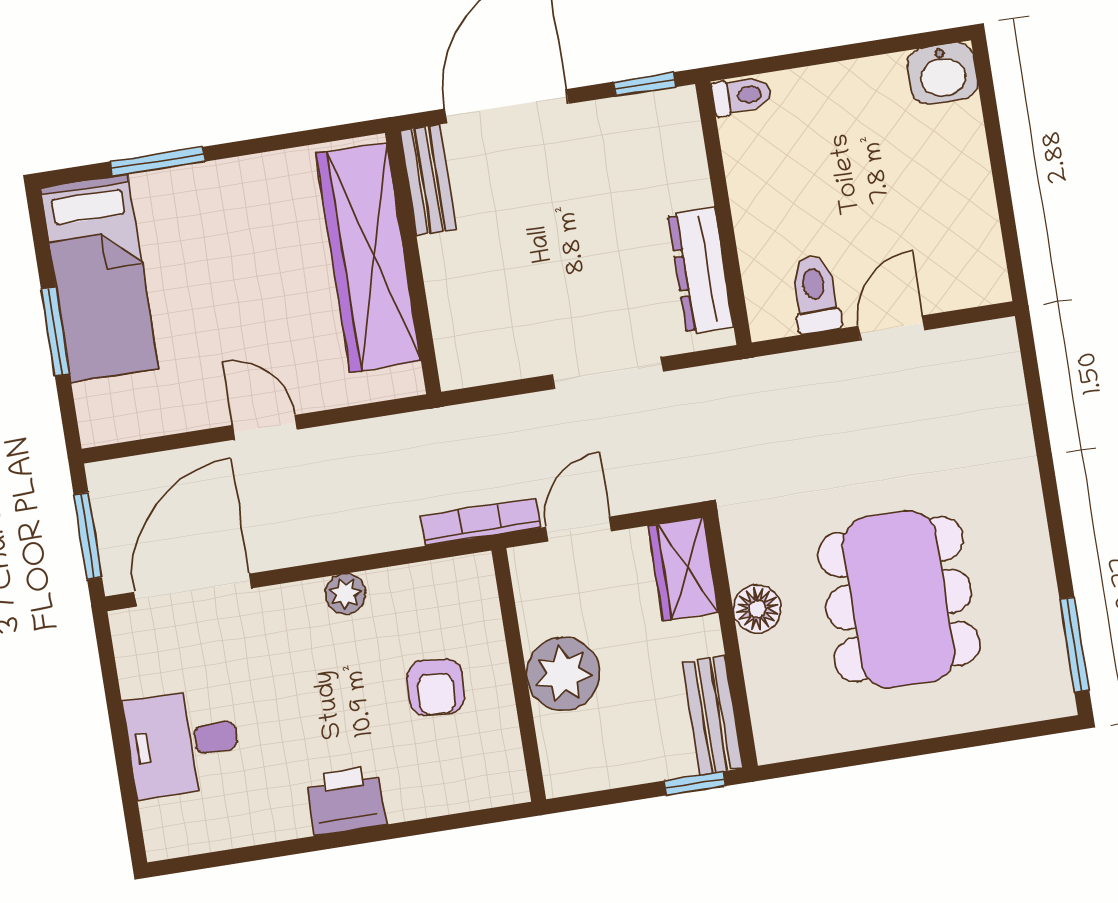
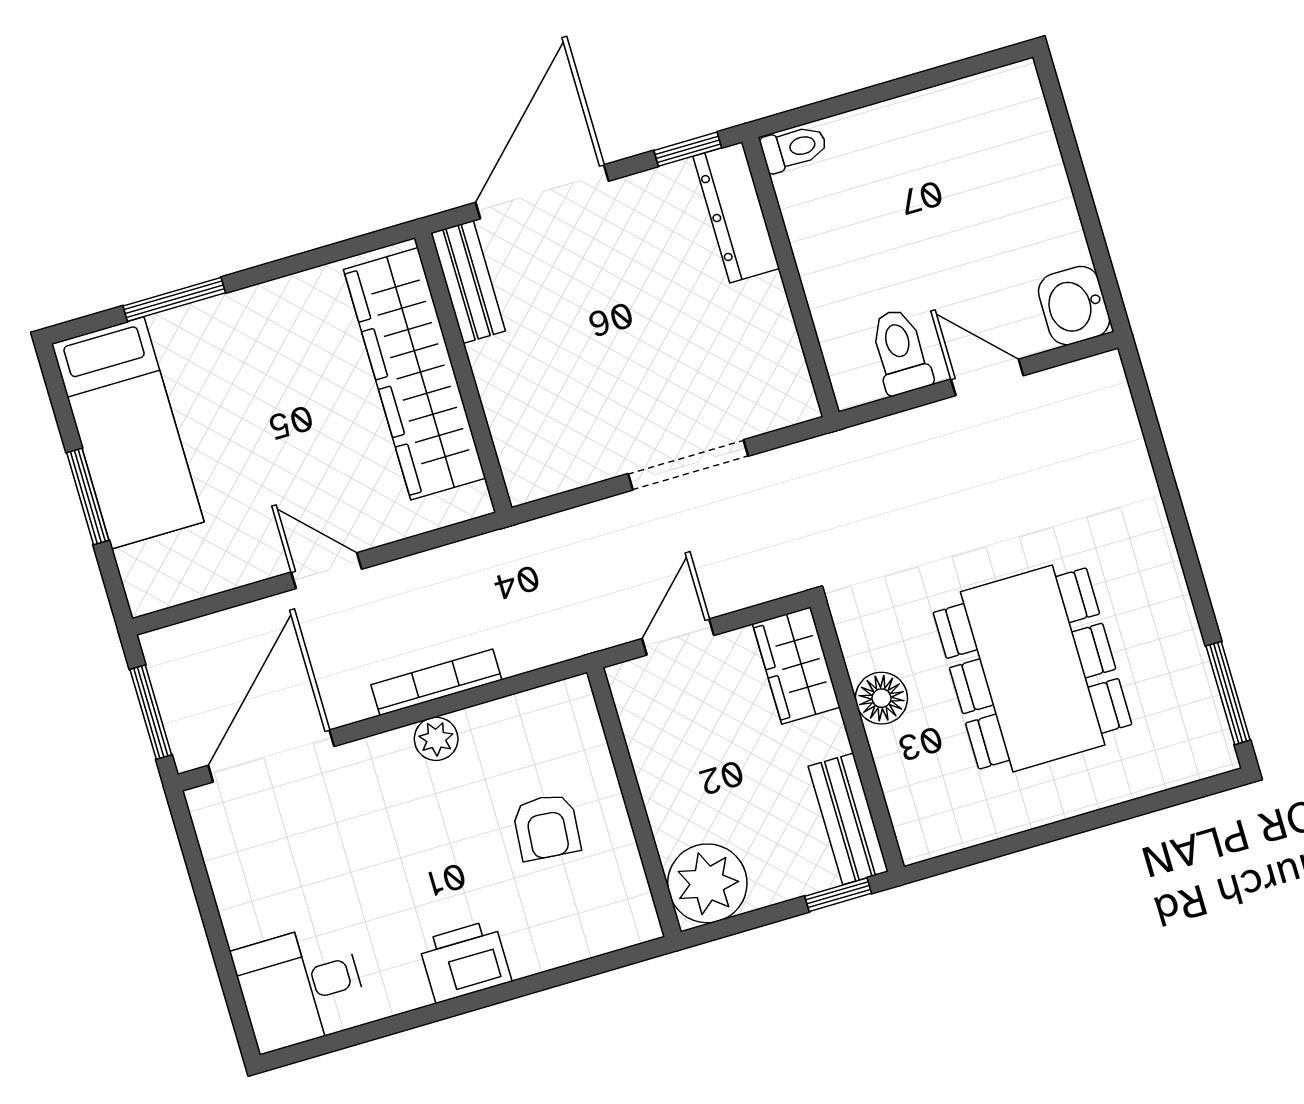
washbasin: (942, 74) -> (1074, 306), moved, turned 90
dresser: (701, 270) -> (736, 212), moved
door: (891, 328) -> (987, 377), hinge flipped
bookcase: (480, 522) -> (436, 682), moved
plant: (563, 674) -> (707, 883), moved
desk: (183, 743) -> (301, 987), moved

